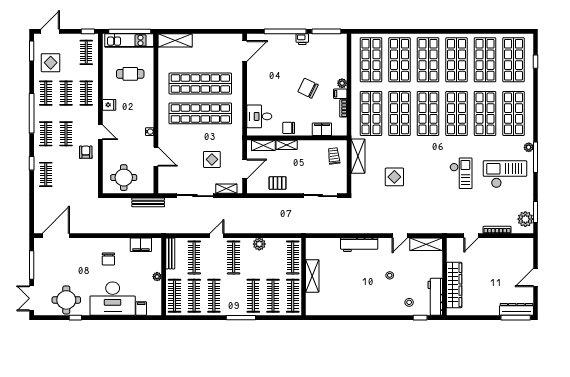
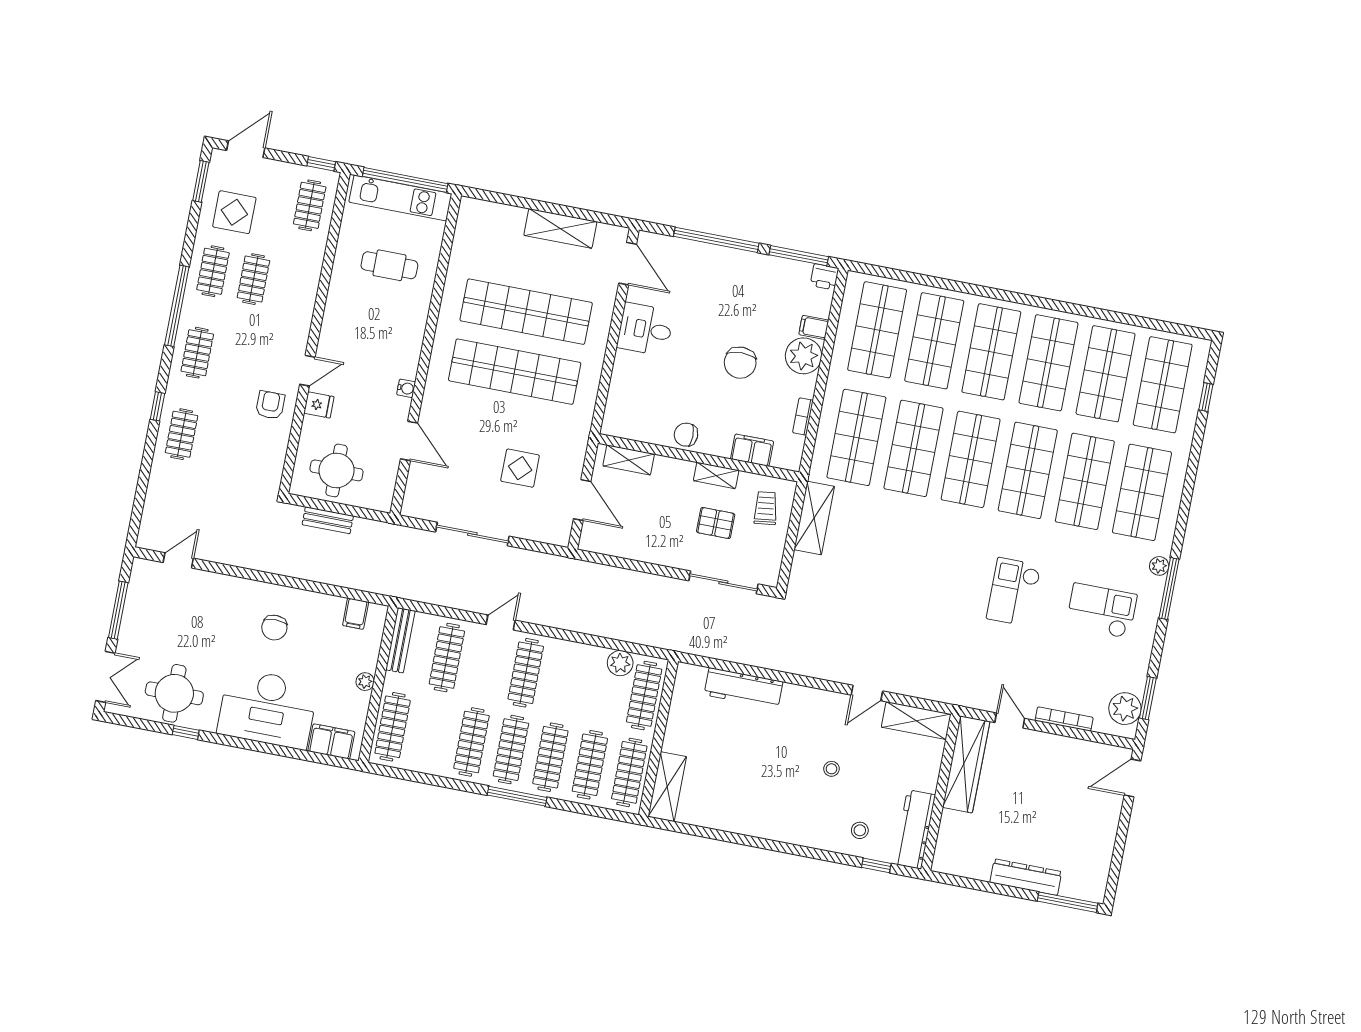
printer: (302, 39) -> (824, 277), moved
shelving: (175, 40) -> (560, 228), moved
door: (245, 51) -> (628, 264), hinge flipped
plant: (342, 83) -> (804, 356), width x1.87, depth x1.87
chair: (308, 88) -> (740, 363), turned -116
clothes rail: (86, 93) -> (294, 287), removed
filing cabinet: (340, 94) -> (814, 327), moved
fridge: (109, 105) -> (319, 405), moved
desk: (259, 116) -> (645, 329), moved
door: (100, 132) -> (307, 371), hinge flipped
clothes rail: (66, 134) -> (238, 360), removed
shelving: (287, 145) -> (716, 475), moved
door: (245, 169) -> (582, 500), hinge flipped
checkout: (461, 173) -> (1014, 592), turned 180
checkout: (505, 174) -> (1101, 611), width x0.73, depth x0.83
display table: (394, 177) -> (879, 574), removed
pallet: (278, 183) -> (716, 523), moved
shelving: (226, 189) -> (538, 532), removed
bench: (148, 202) -> (328, 520), moved, width x0.73
door: (56, 236) -> (178, 560), width x0.53
door: (471, 236) -> (1010, 720), swing flipped
plant: (259, 244) -> (620, 663), moved
filing cabinet: (141, 245) -> (356, 614), width x0.50
workbench: (359, 245) -> (743, 688), moved
shelving: (312, 276) -> (667, 787), moved
door: (535, 277) -> (1133, 778), moved
wardrobe: (454, 285) -> (966, 764), moved
clothes rail: (194, 296) -> (511, 750), moved
double door: (32, 298) -> (105, 677), swing flipped
filing cabinet: (141, 309) -> (331, 741), width x2.00
dresser: (516, 309) -> (1026, 877), moved

